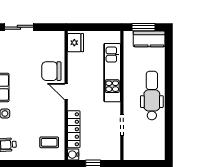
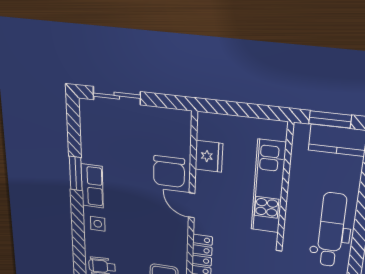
fridge: (76, 43) -> (209, 156), moved
chair: (51, 71) -> (169, 172), turned -90

